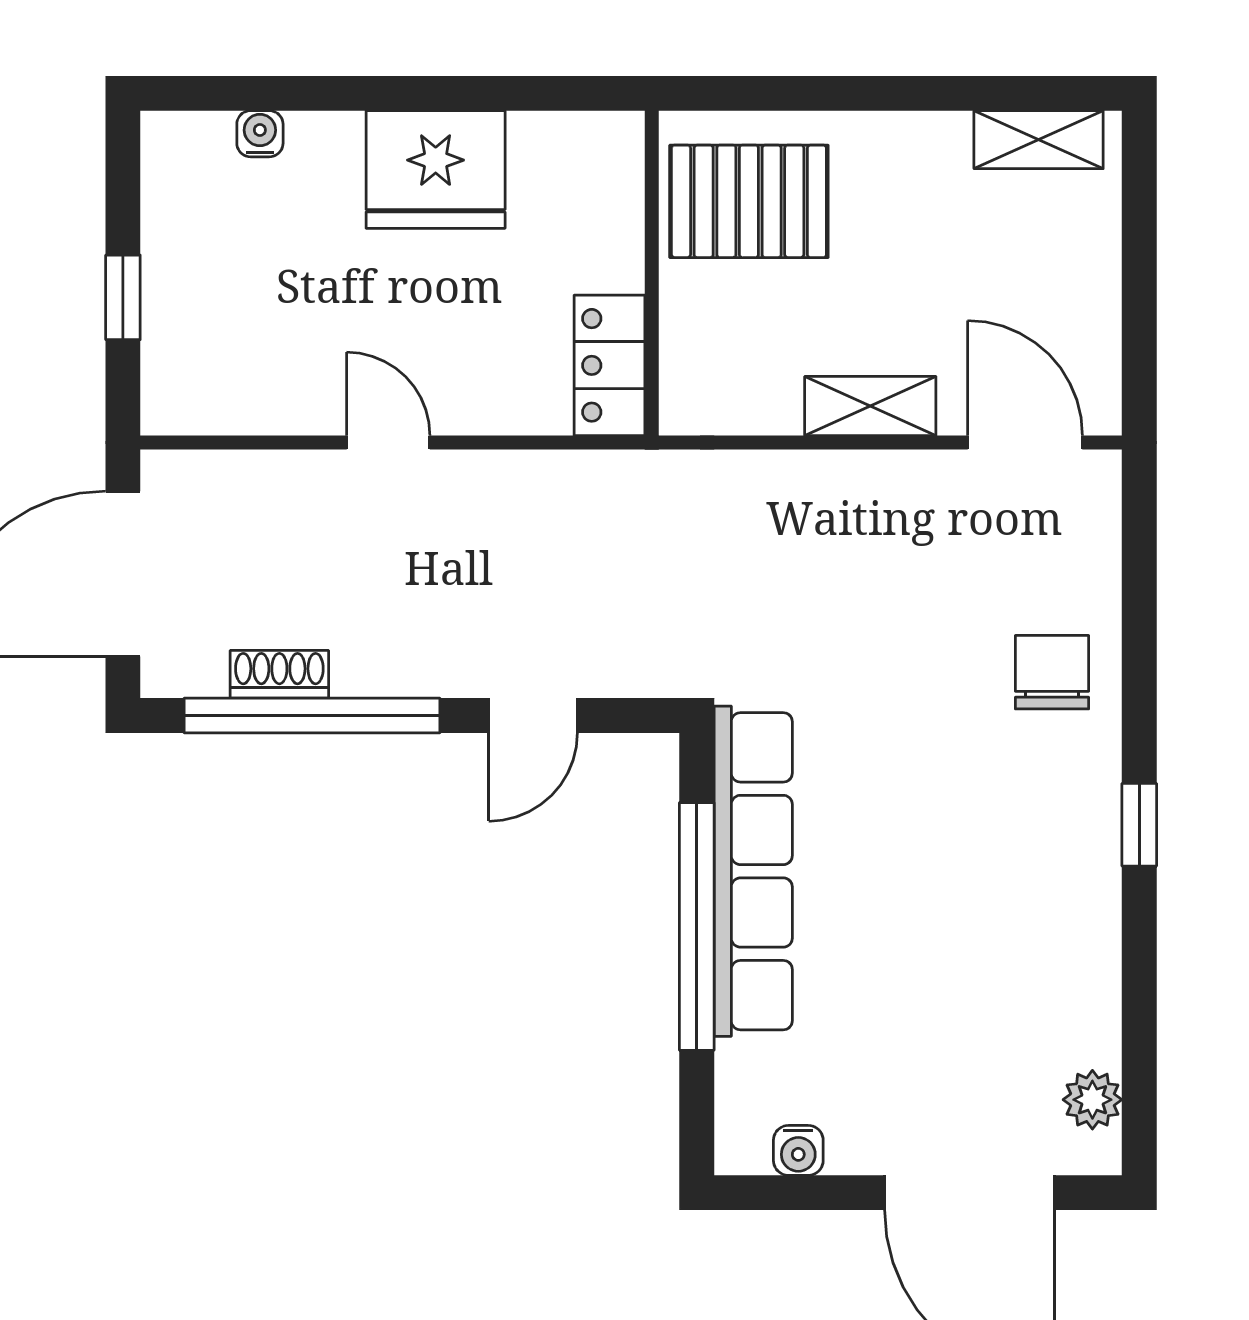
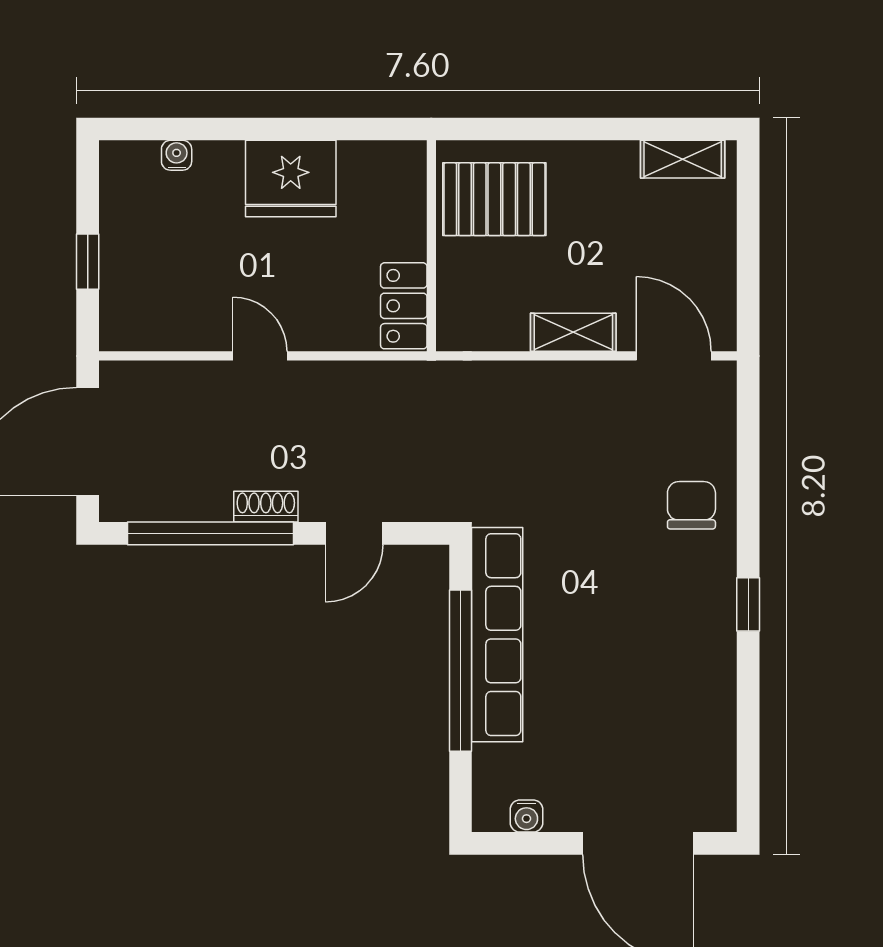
shoe rack: (279, 674) -> (266, 507), moved
plant: (1092, 1100) -> (718, 783), removed

